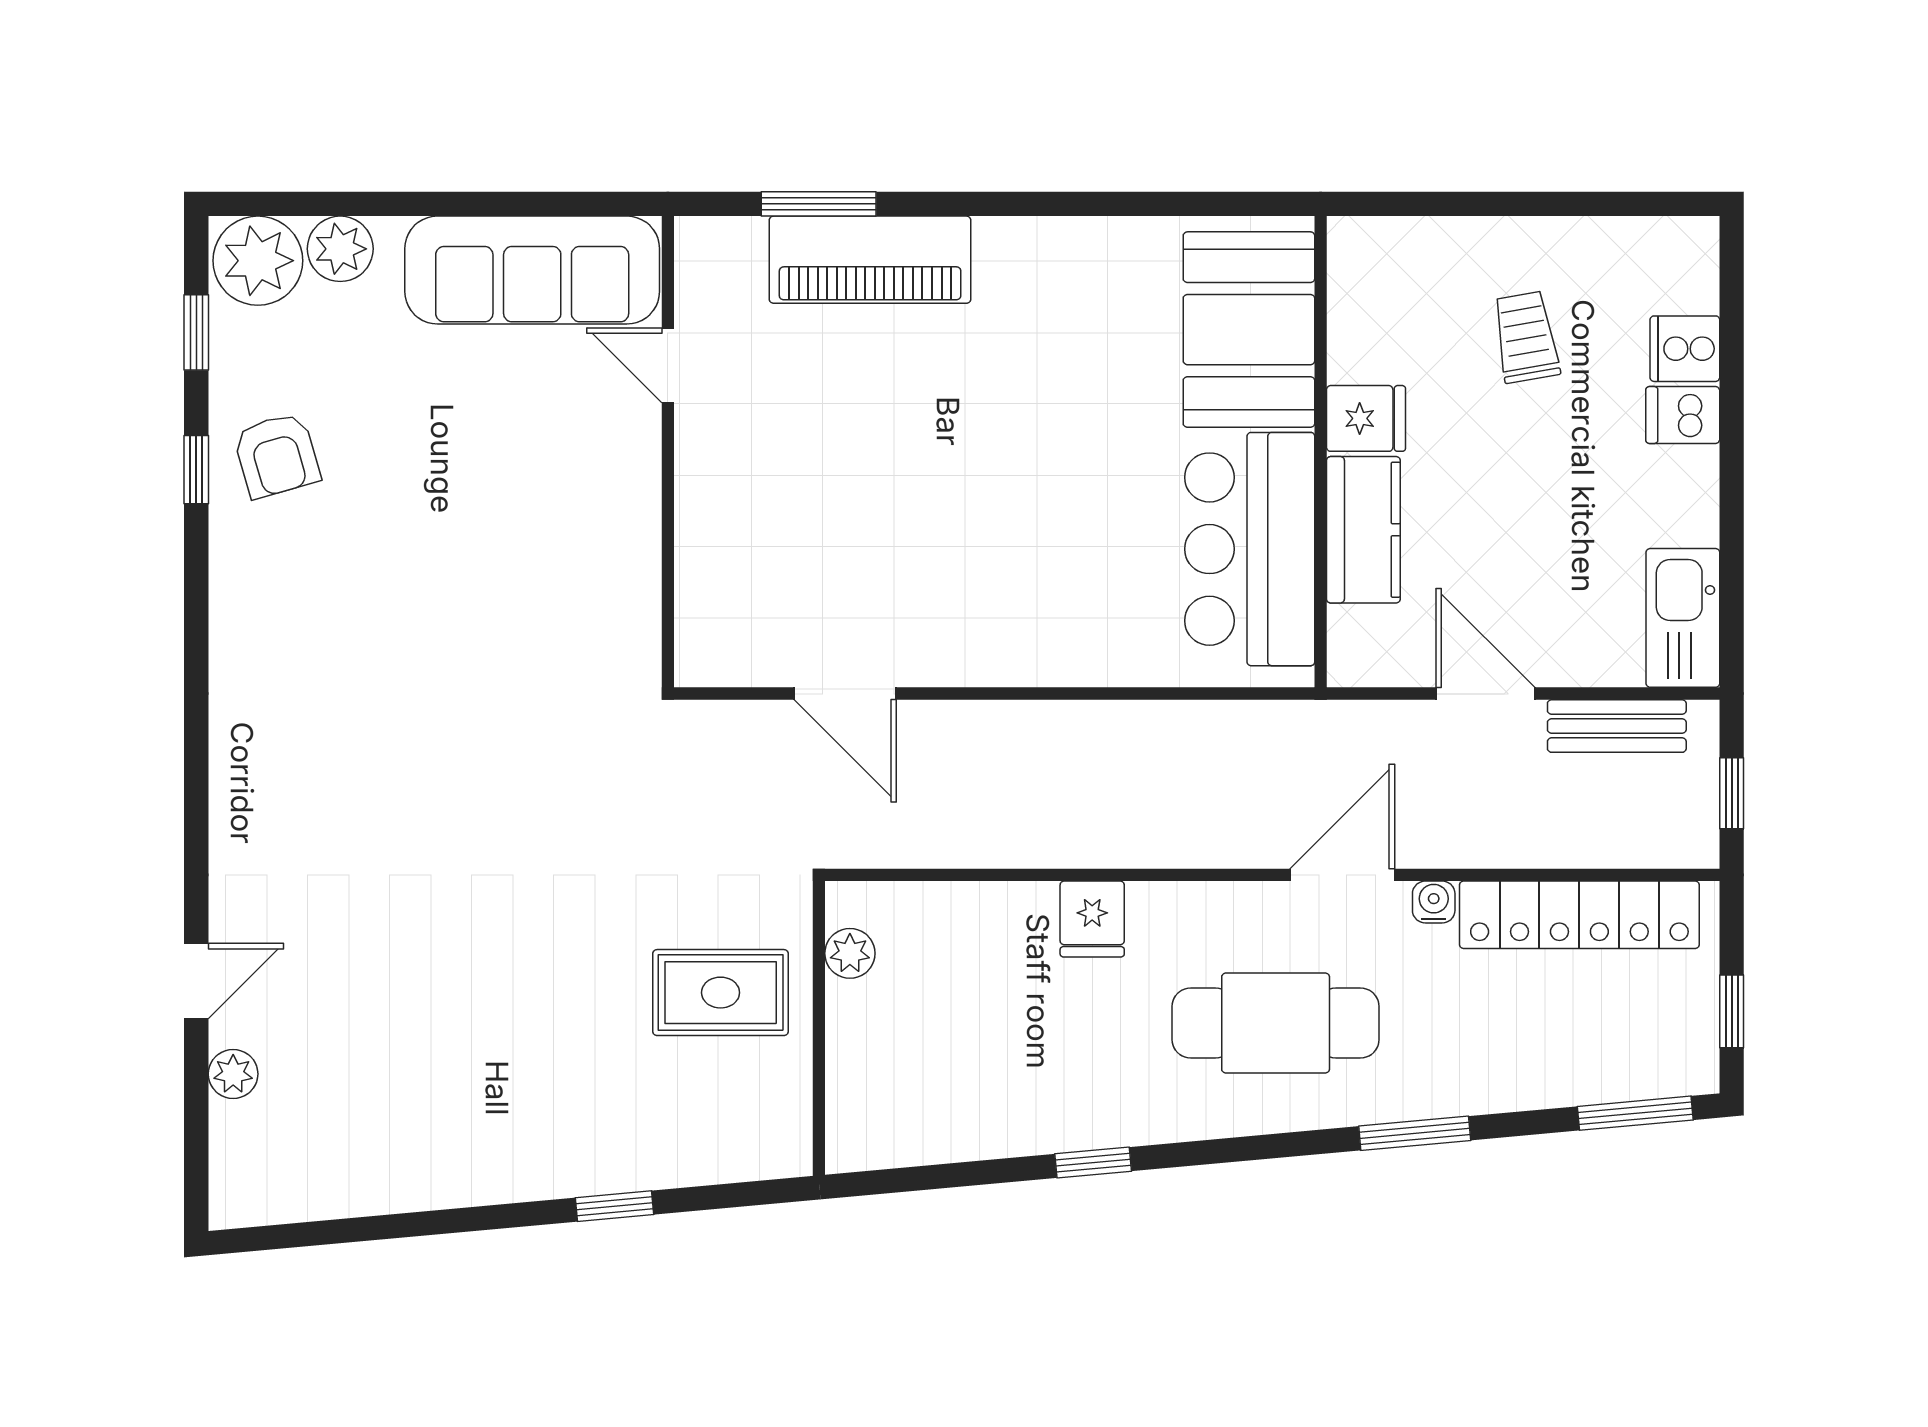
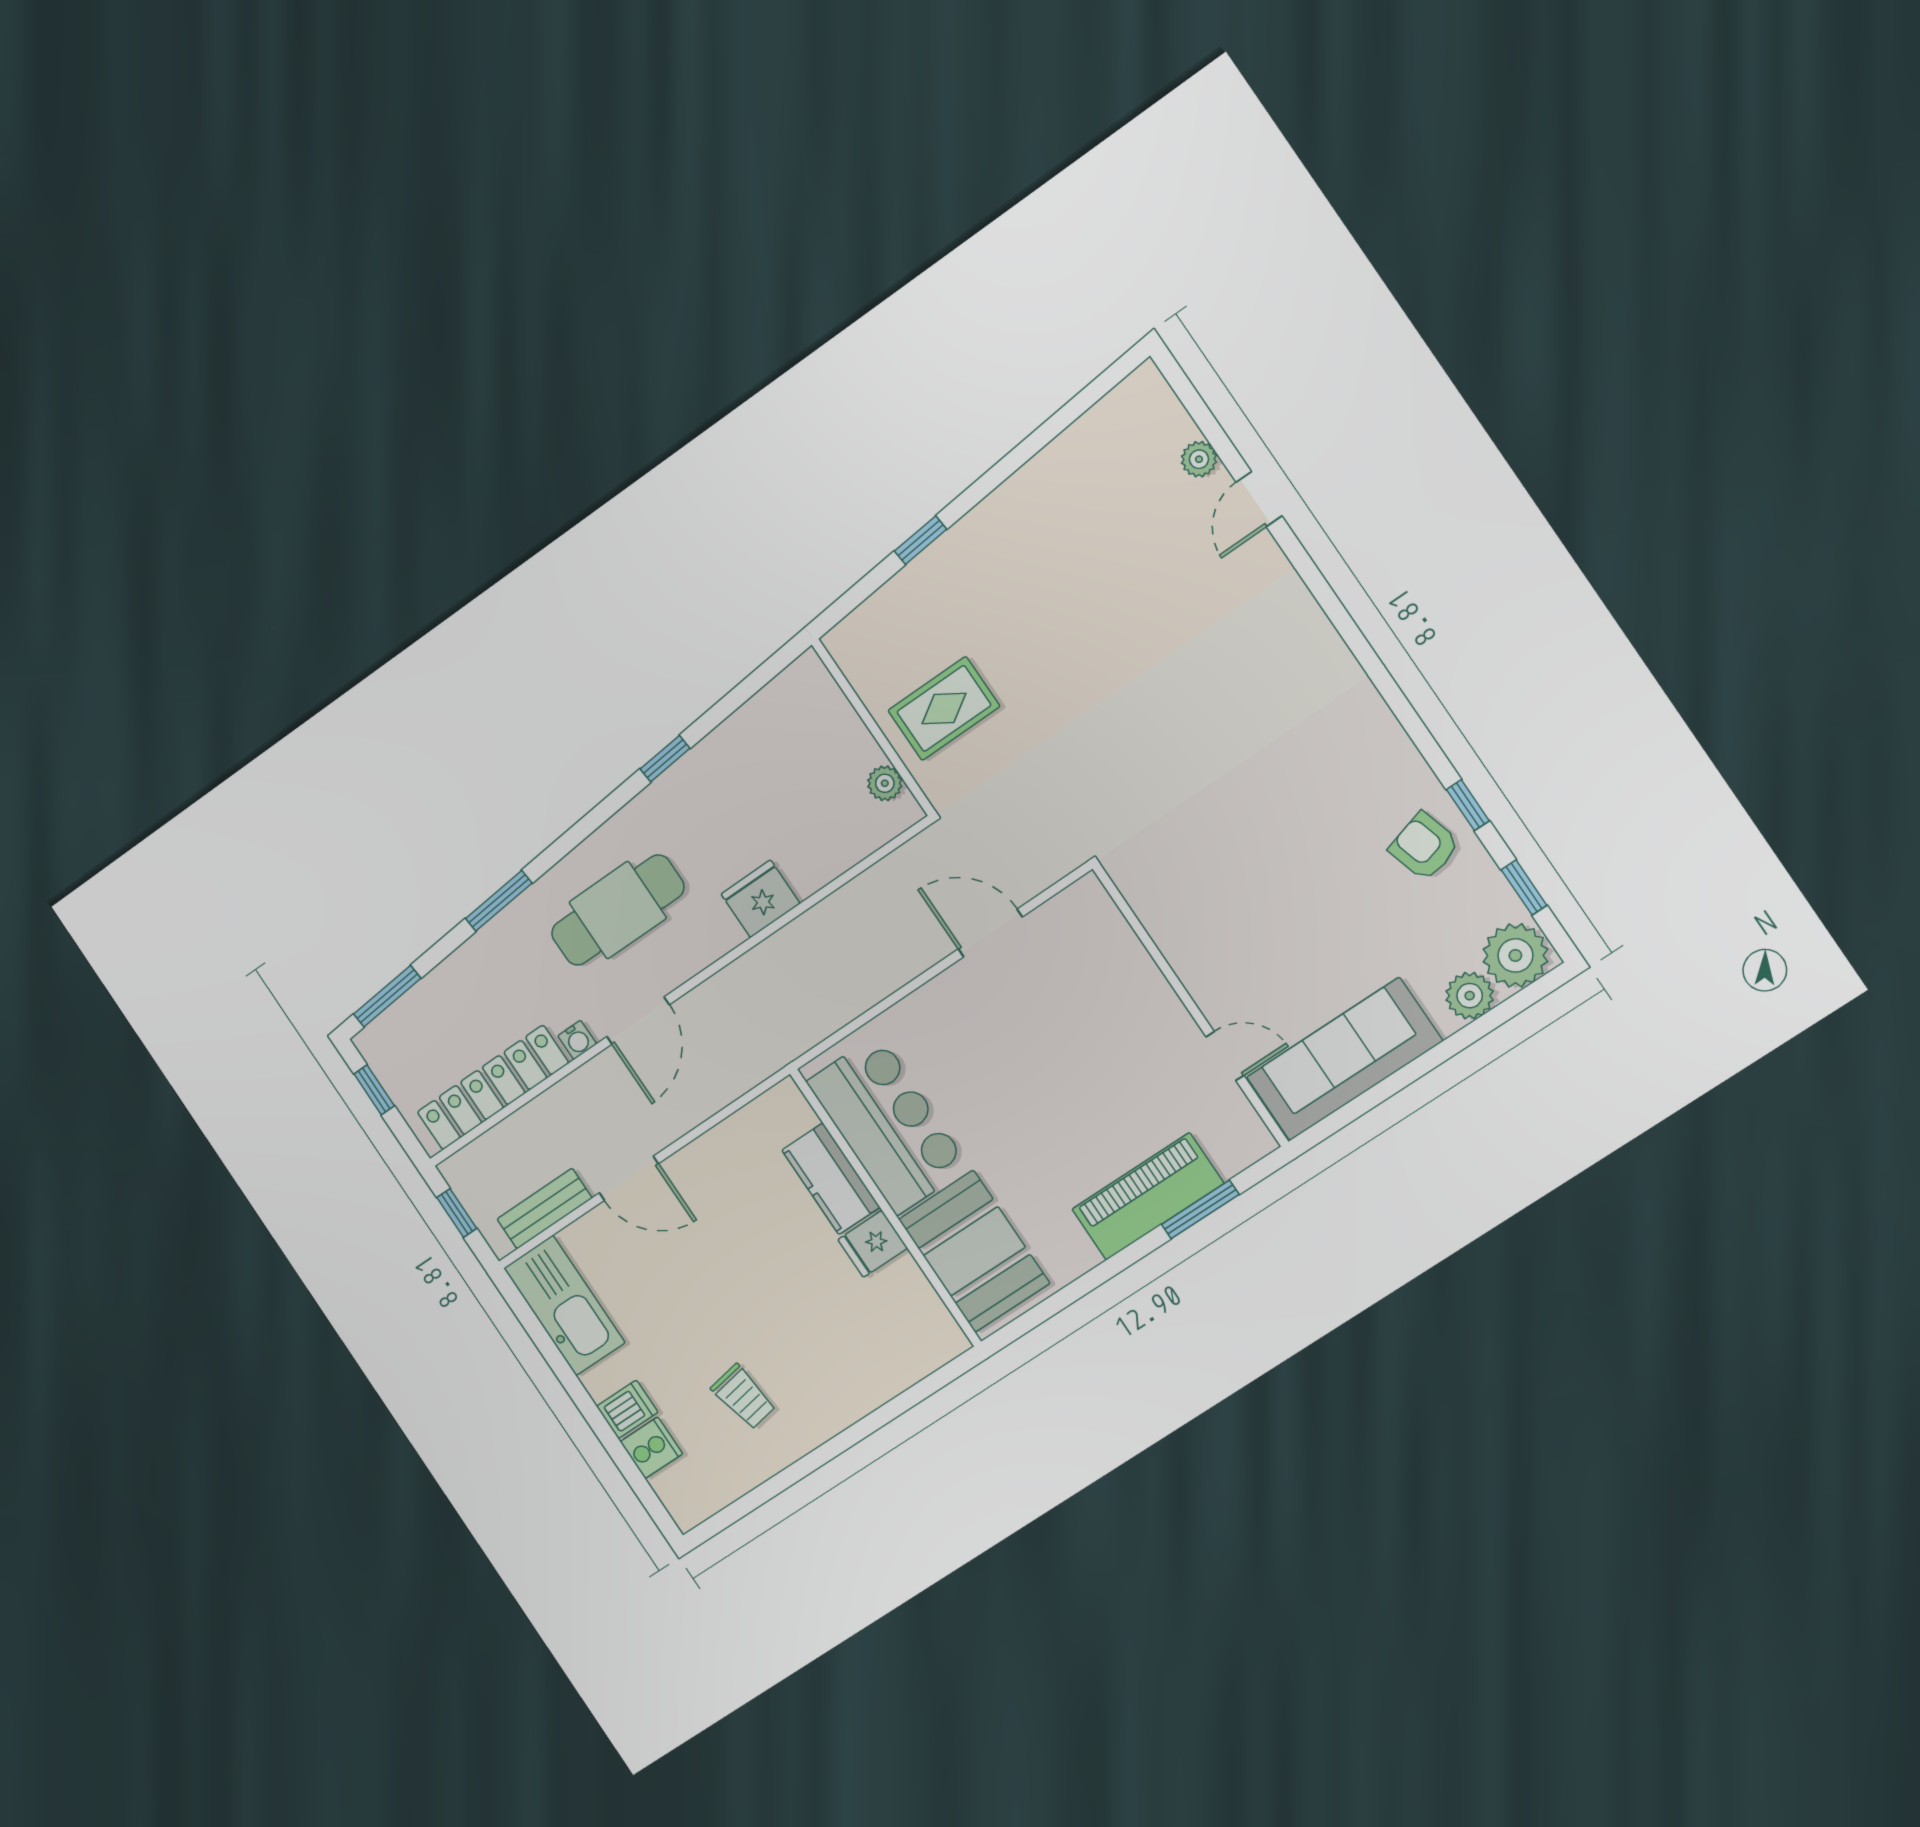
booth: (1249, 330) -> (974, 1251), moved
fridge: (1366, 418) -> (873, 1244), moved
wall: (1321, 452) -> (885, 1208), moved
kitchen counter: (1363, 530) -> (831, 1179), moved
bar counter: (1250, 549) -> (888, 1124), moved
kitchen sink: (1683, 618) -> (564, 1305), width x1.36, depth x1.24
fridge: (1092, 919) -> (761, 899), width x1.38

